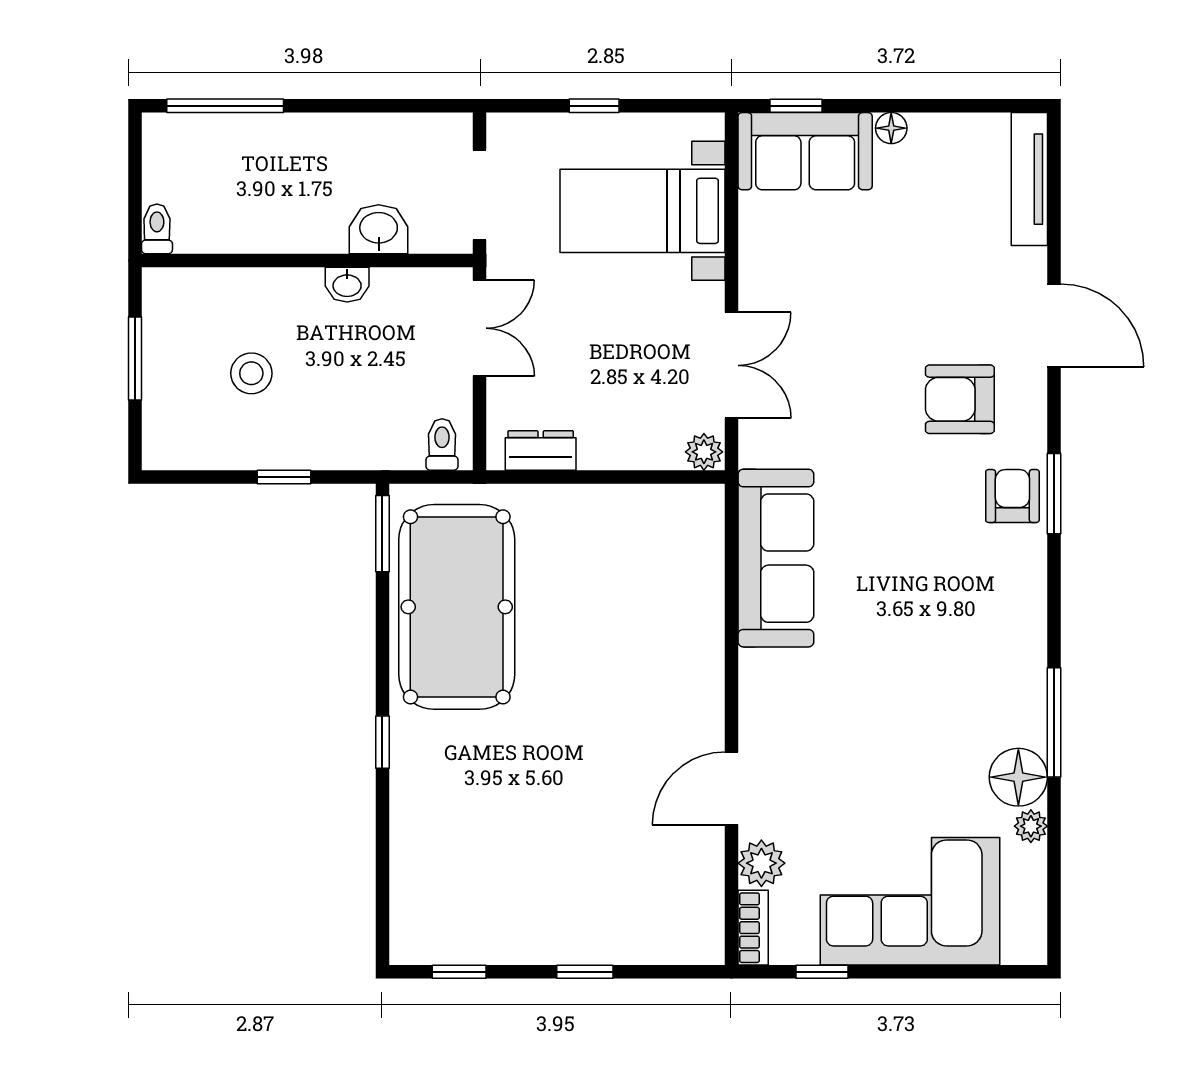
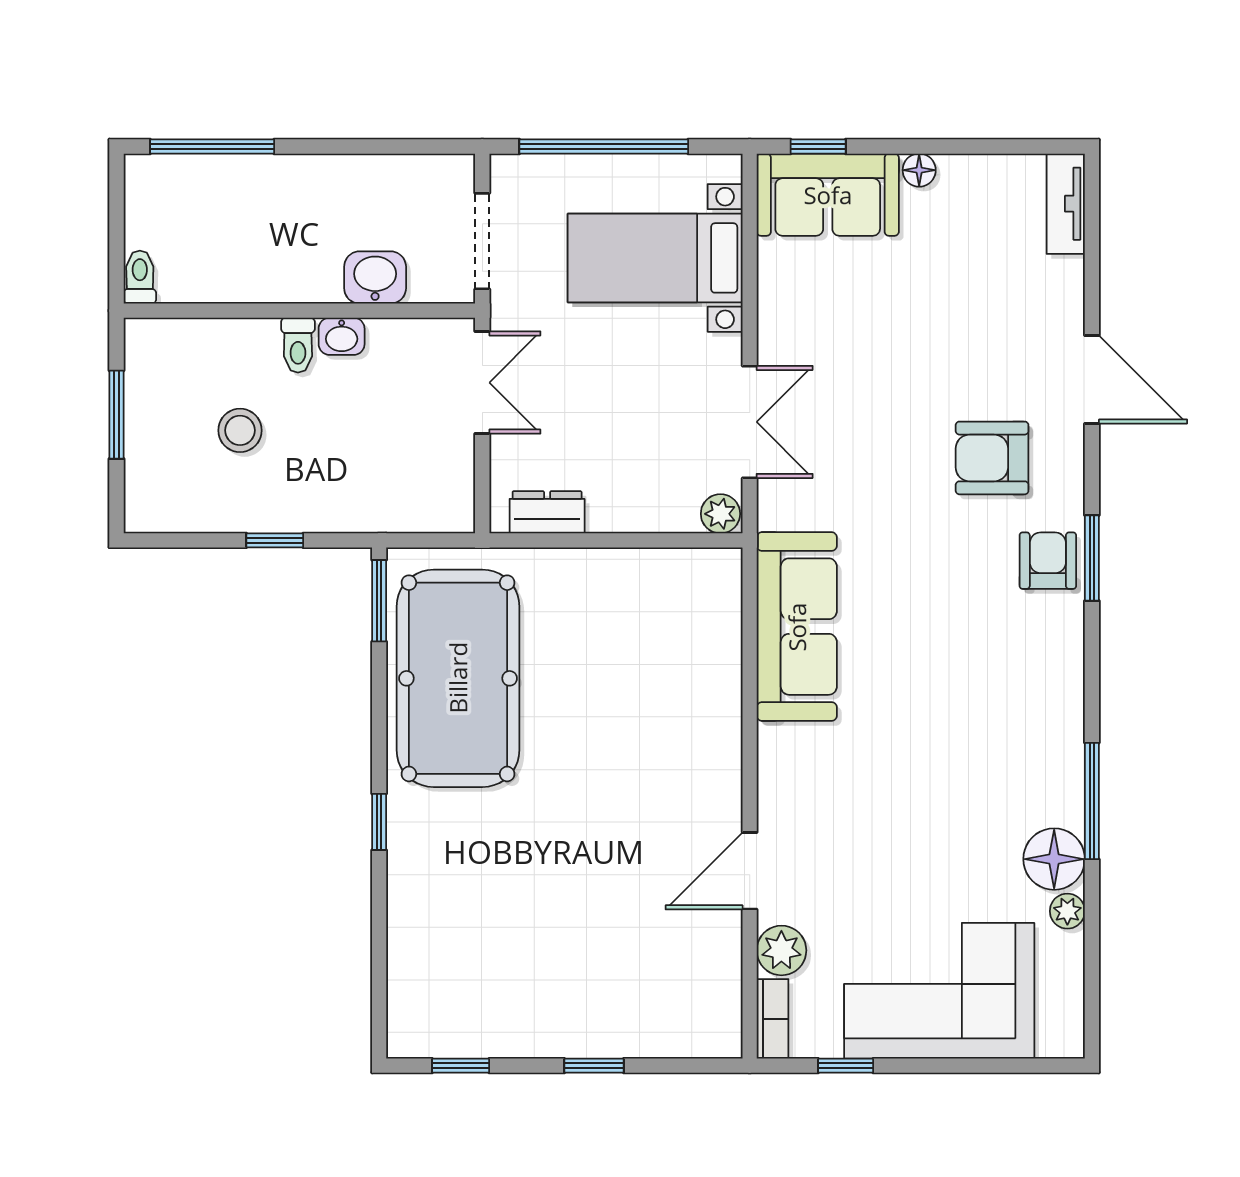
window: (594, 106) -> (604, 147), width x3.17
tv unit: (1029, 179) -> (1066, 204), width x0.71
toilet: (442, 444) -> (298, 345), moved, turned 180

